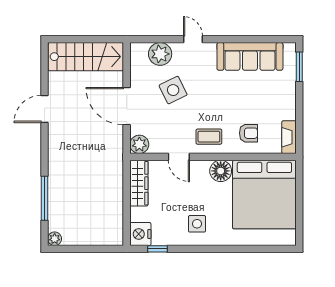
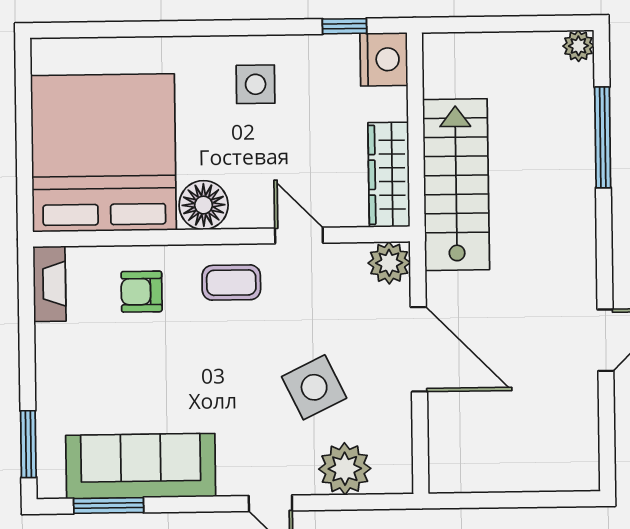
window: (264, 39) -> (109, 506), added
stairs: (86, 57) -> (456, 185), moved, turned 90

